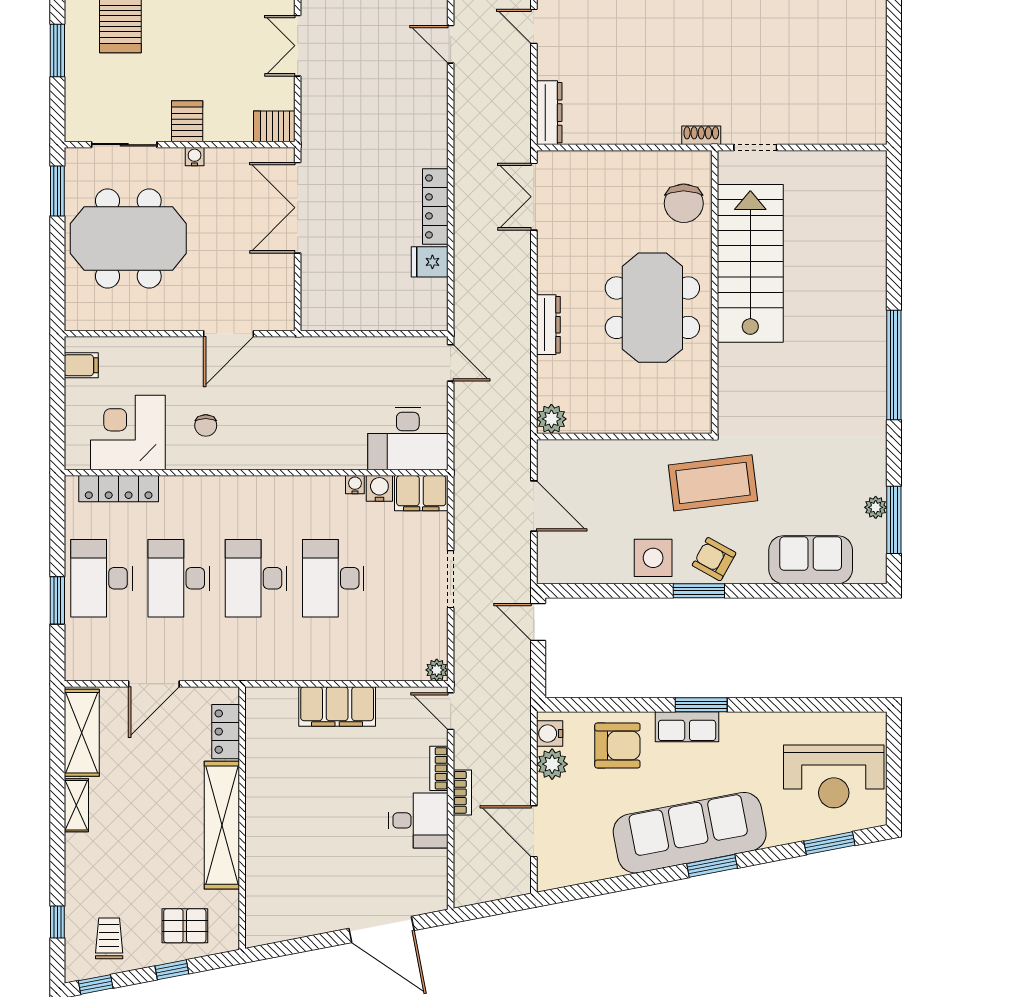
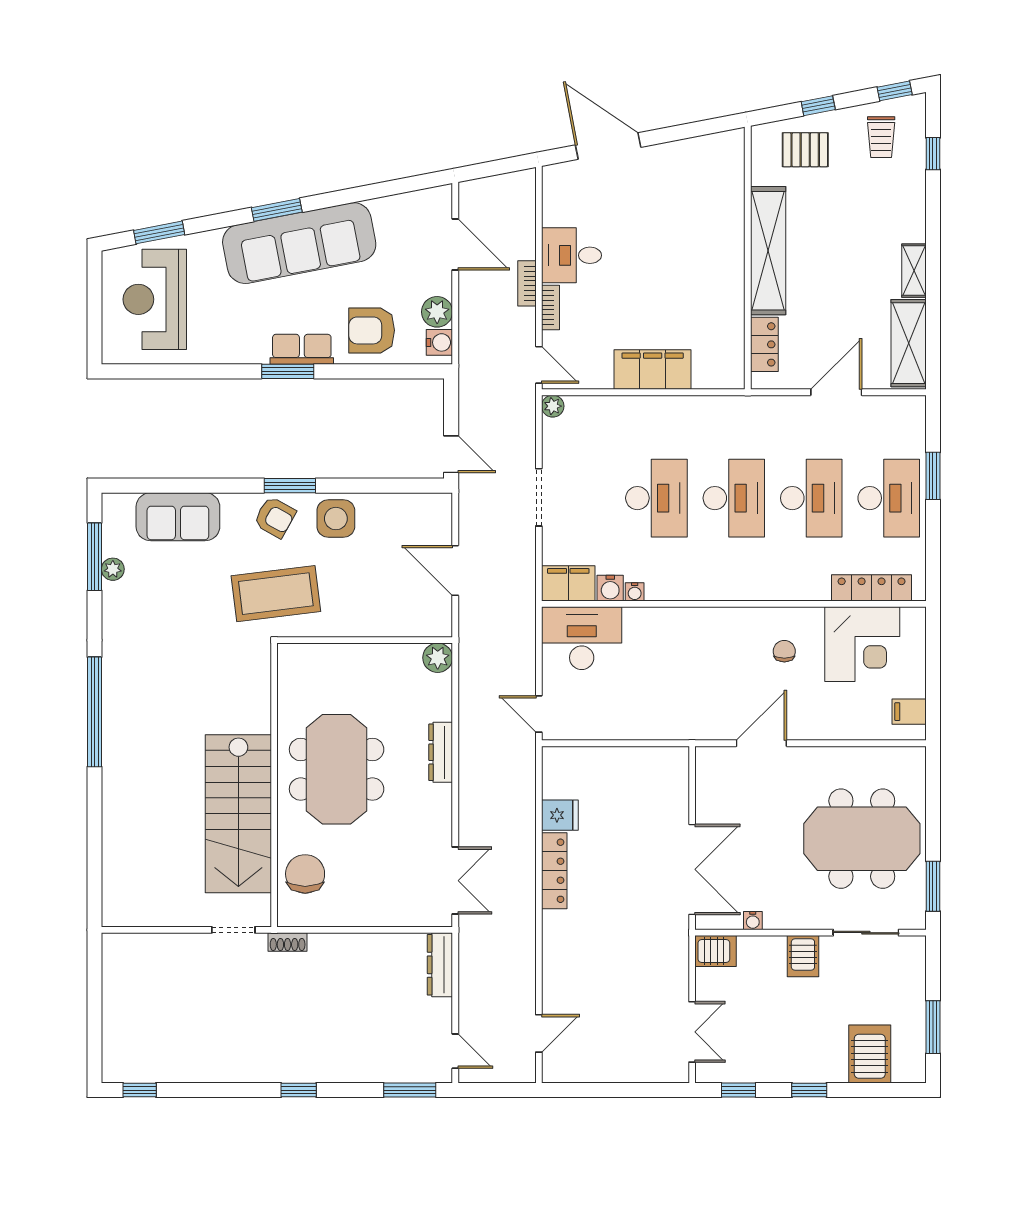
door: (451, 44) -> (539, 1033), hinge flipped
water cooler: (195, 157) -> (753, 921), moved
reception desk: (834, 776) -> (155, 299), turned -90

